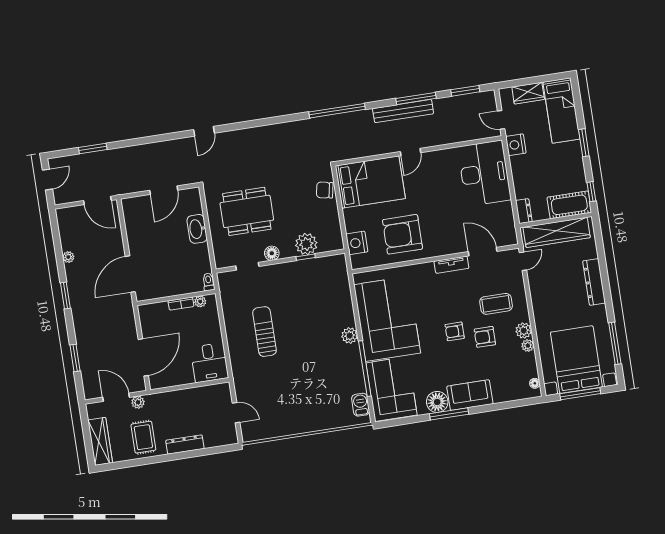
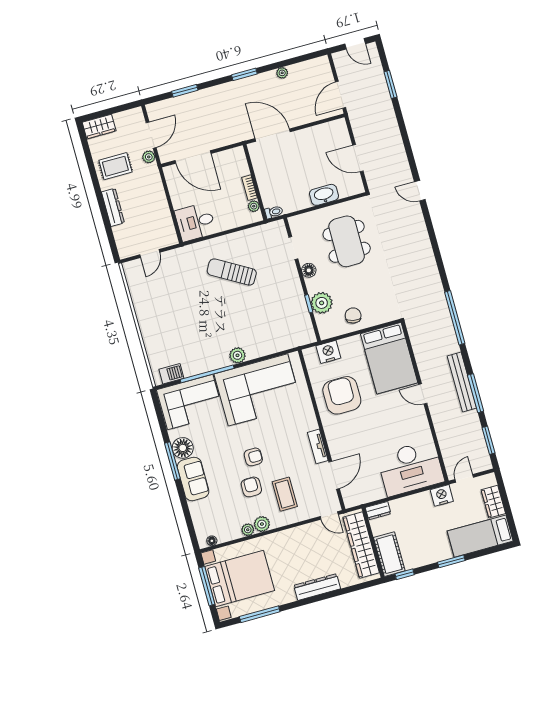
chair: (325, 190) -> (353, 316), moved
armchair: (455, 331) -> (253, 457), turned 90
sun lounger: (264, 332) -> (232, 272), turned -150
wardrobe: (100, 441) -> (99, 127), width x0.67

